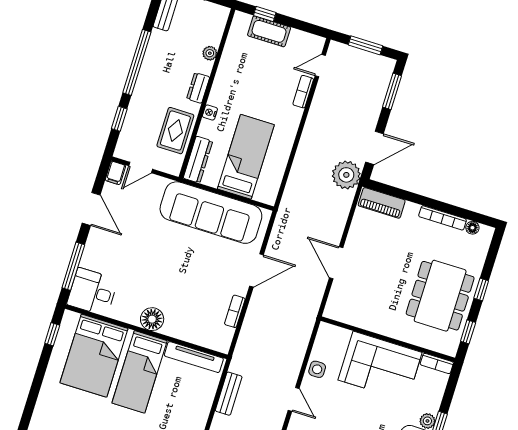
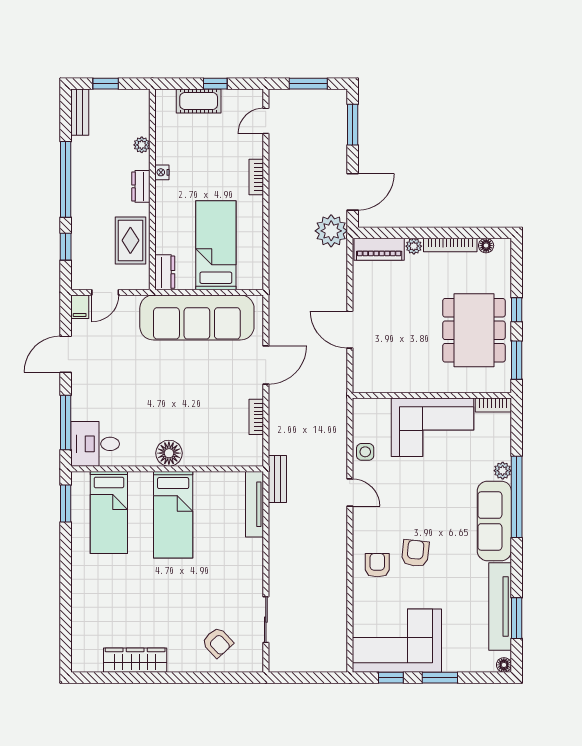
window: (265, 14) -> (215, 84), moved
bookcase: (303, 92) -> (256, 177), moved
nightstand: (210, 113) -> (162, 172), moved
dresser: (198, 160) -> (165, 272), width x0.70
door: (91, 209) -> (66, 354), swing flipped
plant: (412, 209) -> (414, 246), added
window: (468, 332) -> (517, 360), width x1.50
window: (52, 334) -> (66, 503), width x1.50
bed: (94, 356) -> (109, 513), width x0.67
tv unit: (194, 357) -> (254, 504), moved, turned 90
bench: (229, 394) -> (277, 479), moved

